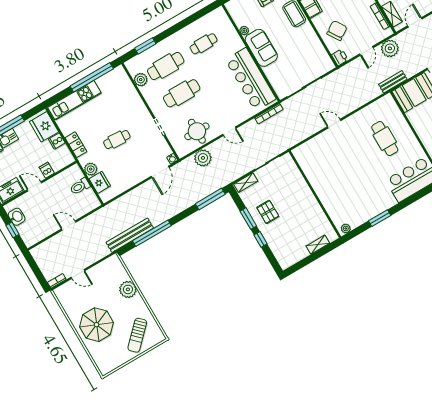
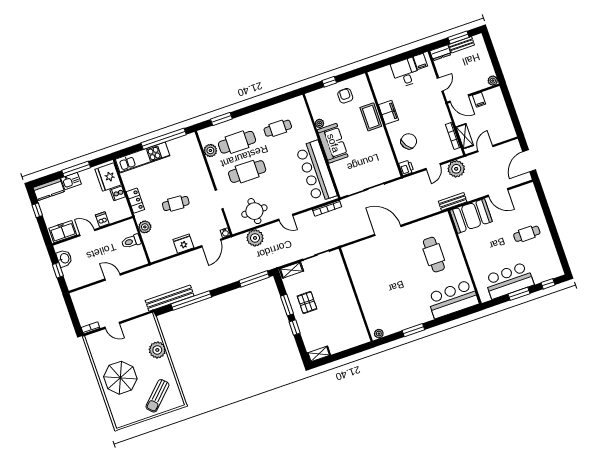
door: (334, 124) -> (388, 230), width x1.87
fridge: (100, 182) -> (183, 244), moved, turned -90
shelving: (318, 245) -> (319, 354), moved

